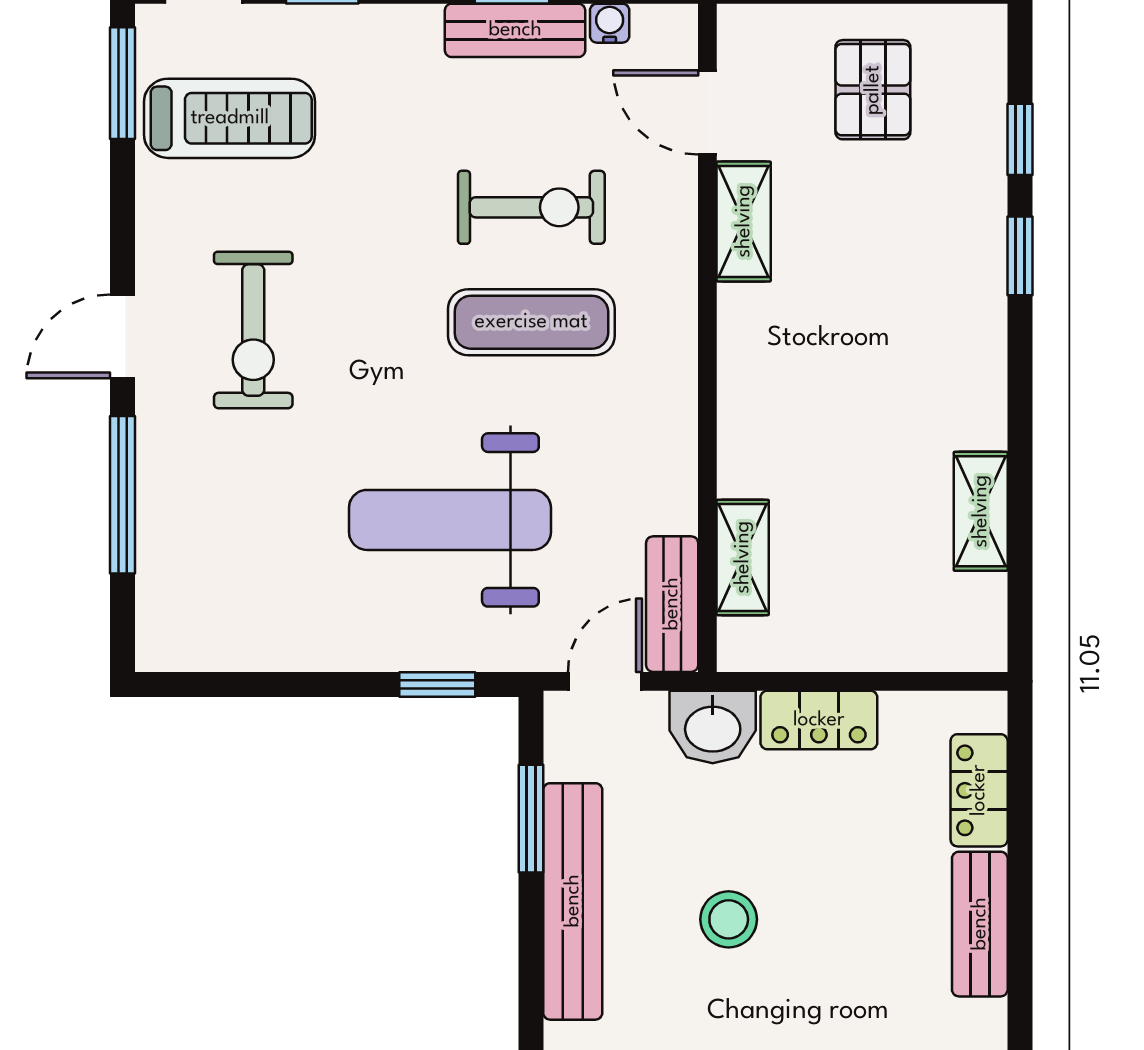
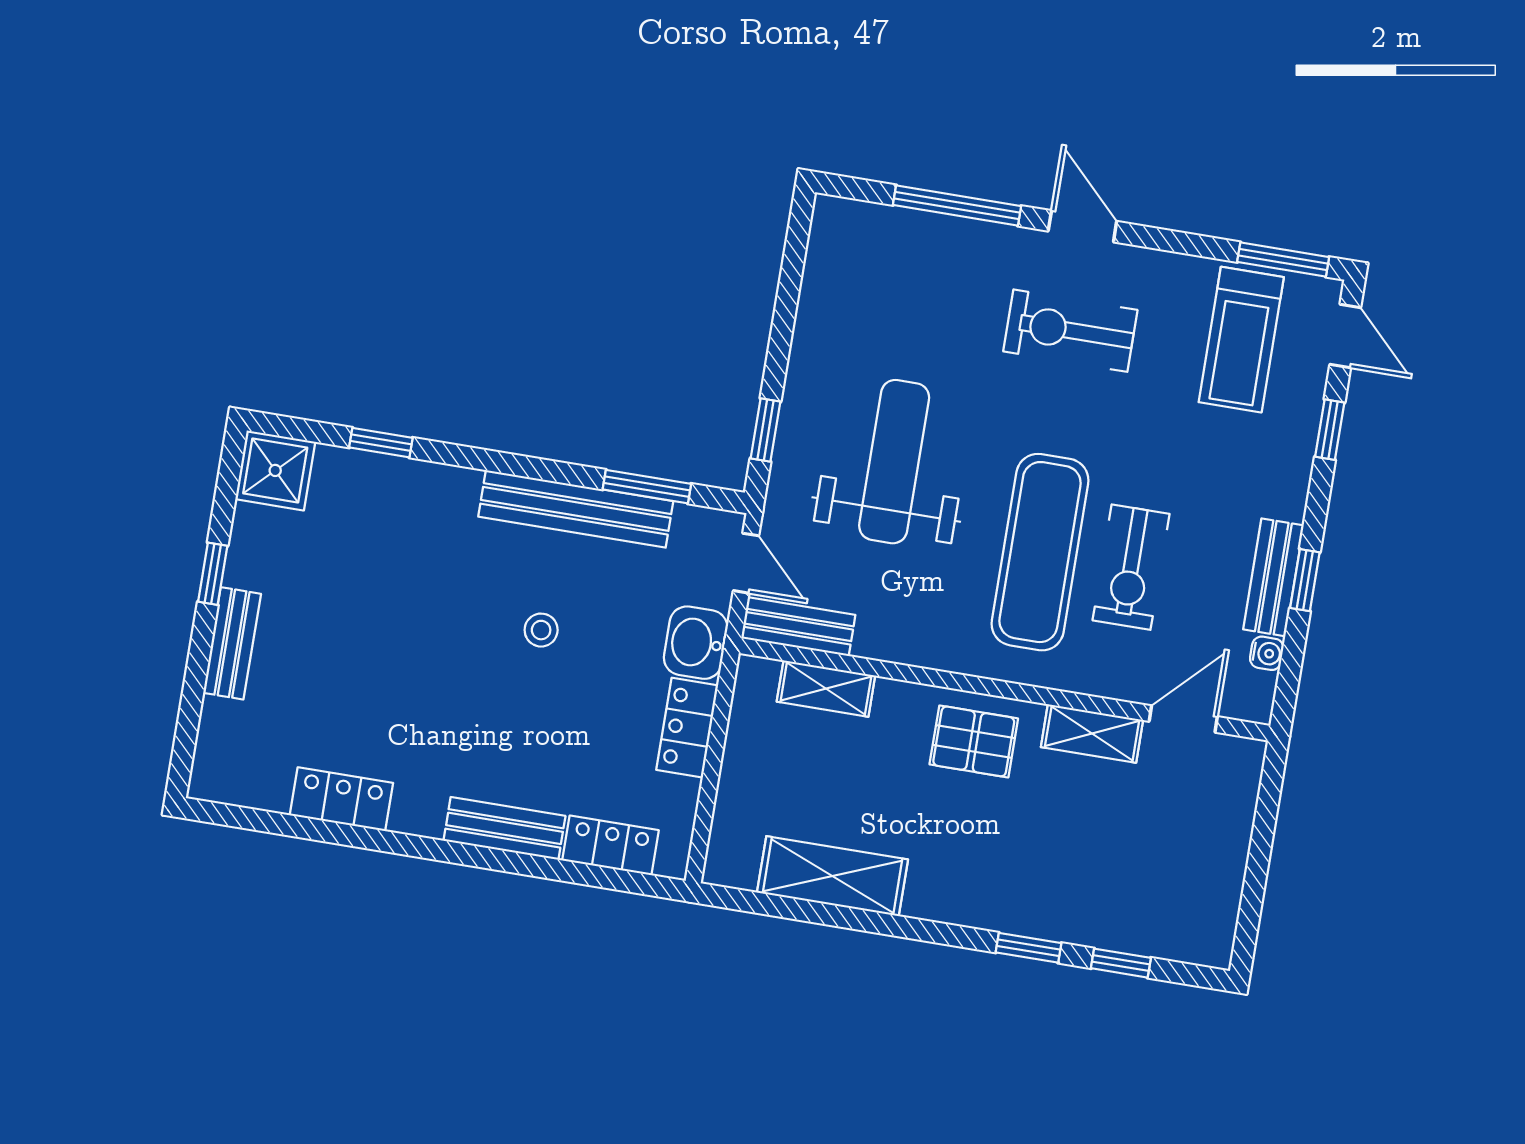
pallet: (873, 90) -> (974, 741), moved
exercise mat: (531, 322) -> (1040, 552), width x1.36, depth x1.45
shelving: (981, 511) -> (833, 876), width x1.50, depth x1.33
stool: (729, 919) -> (541, 630), width x0.73, depth x0.73

